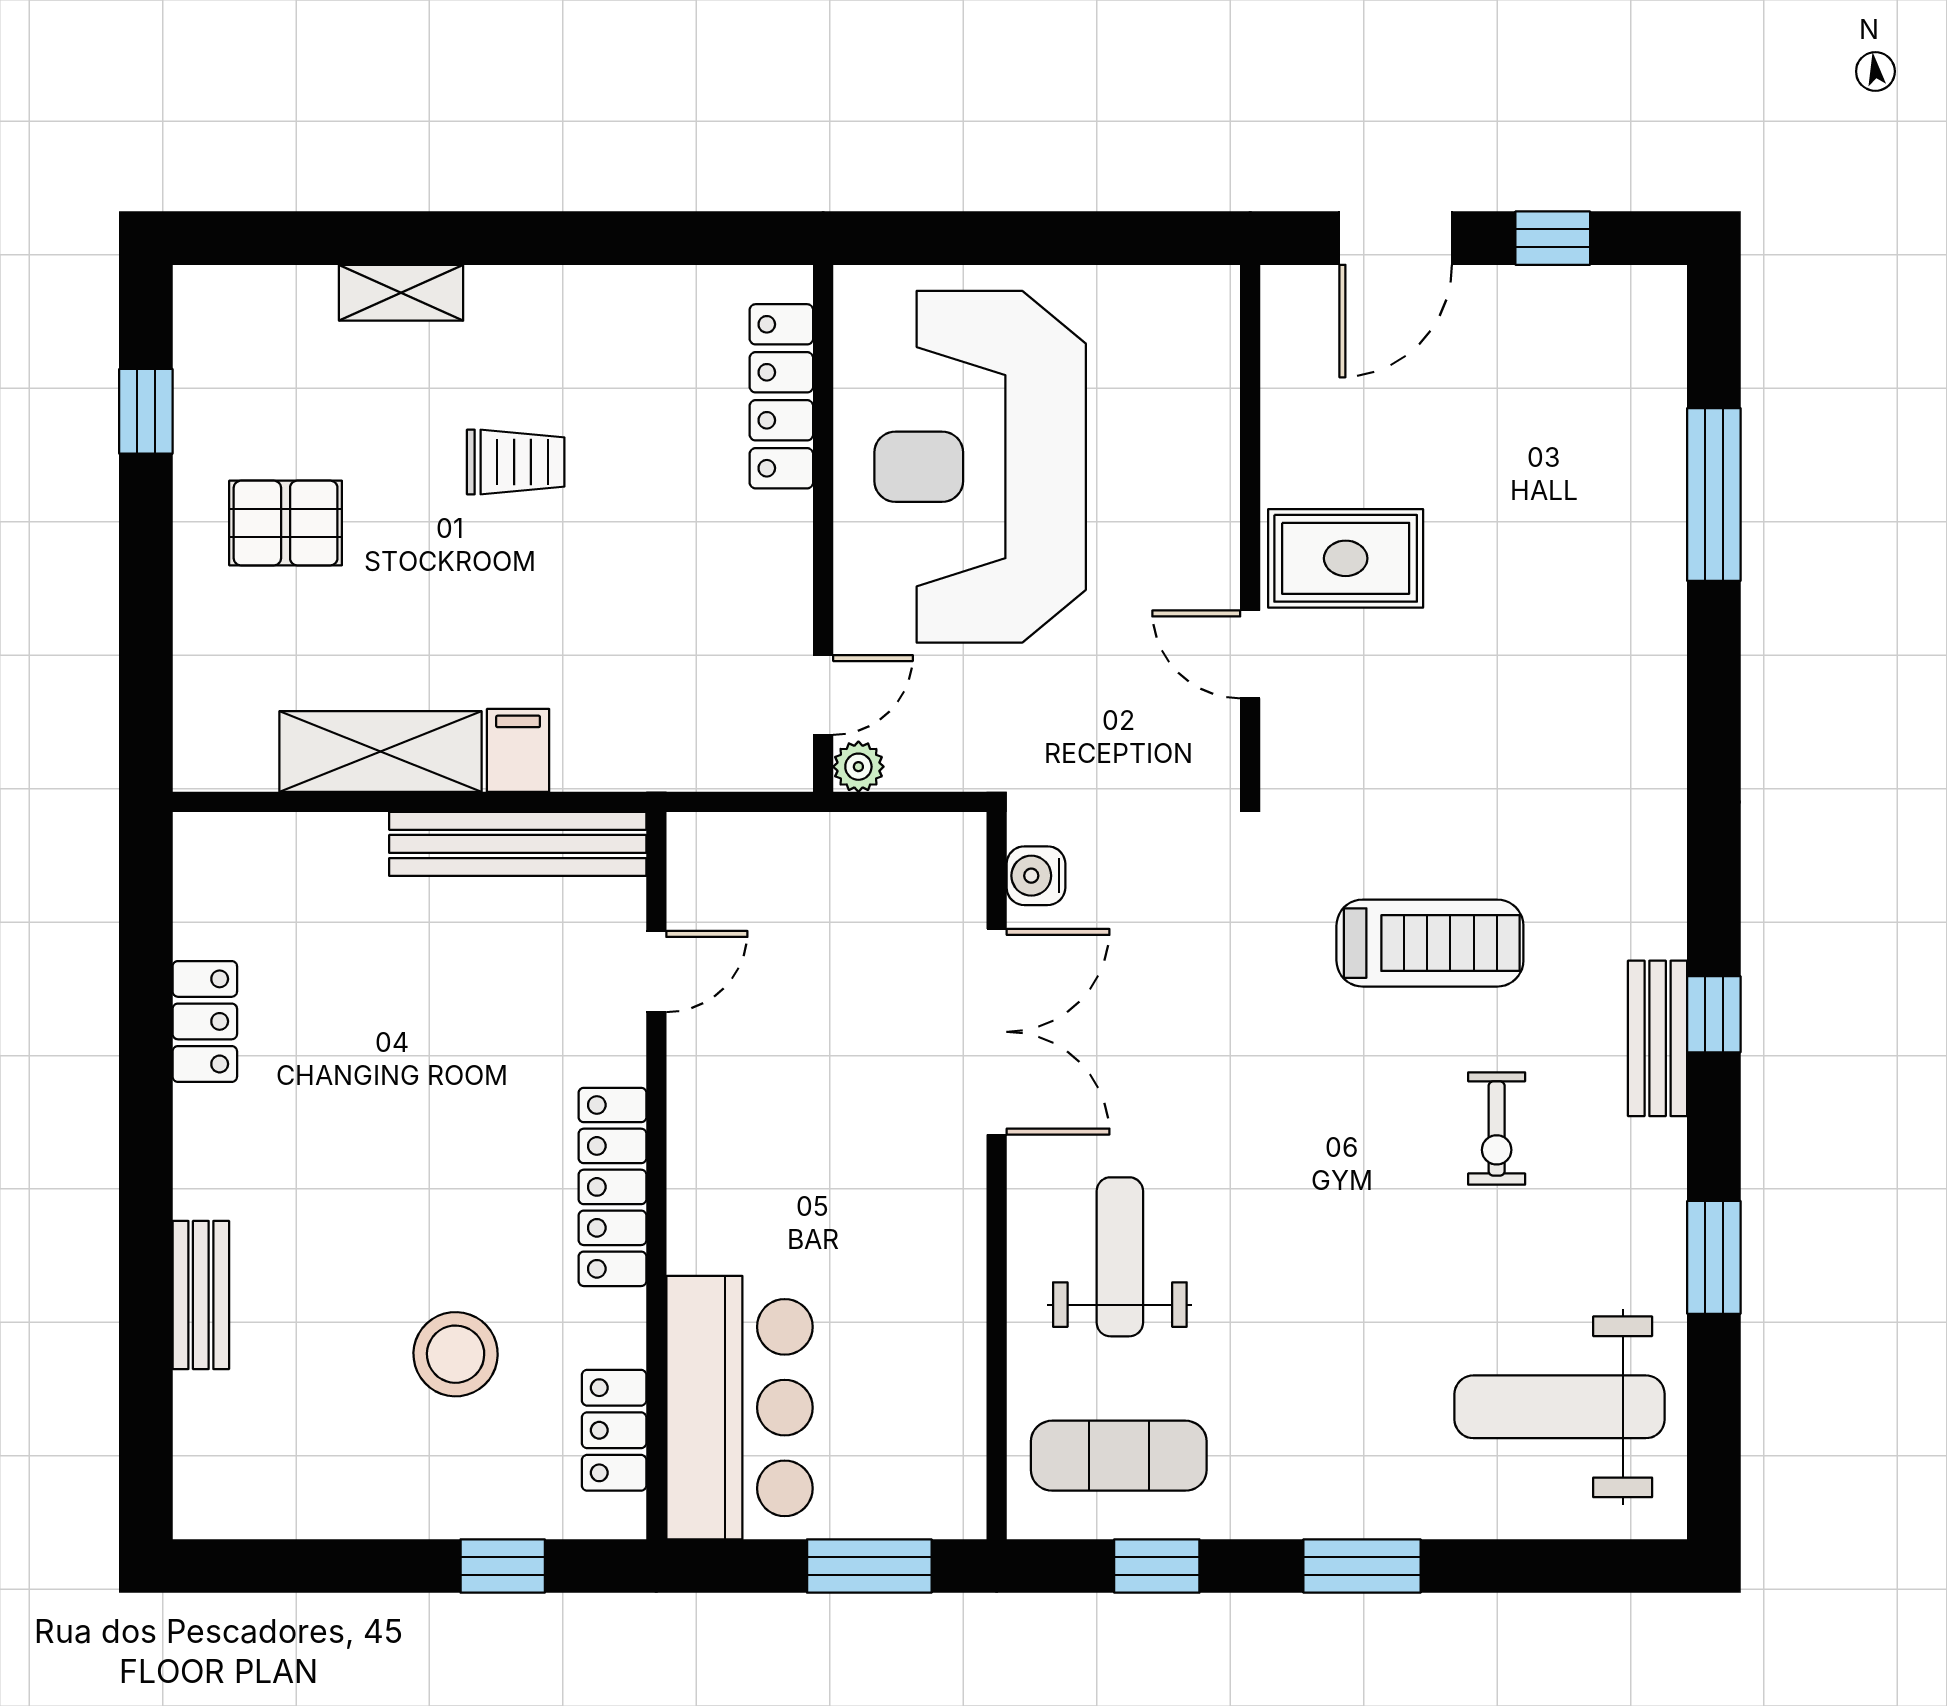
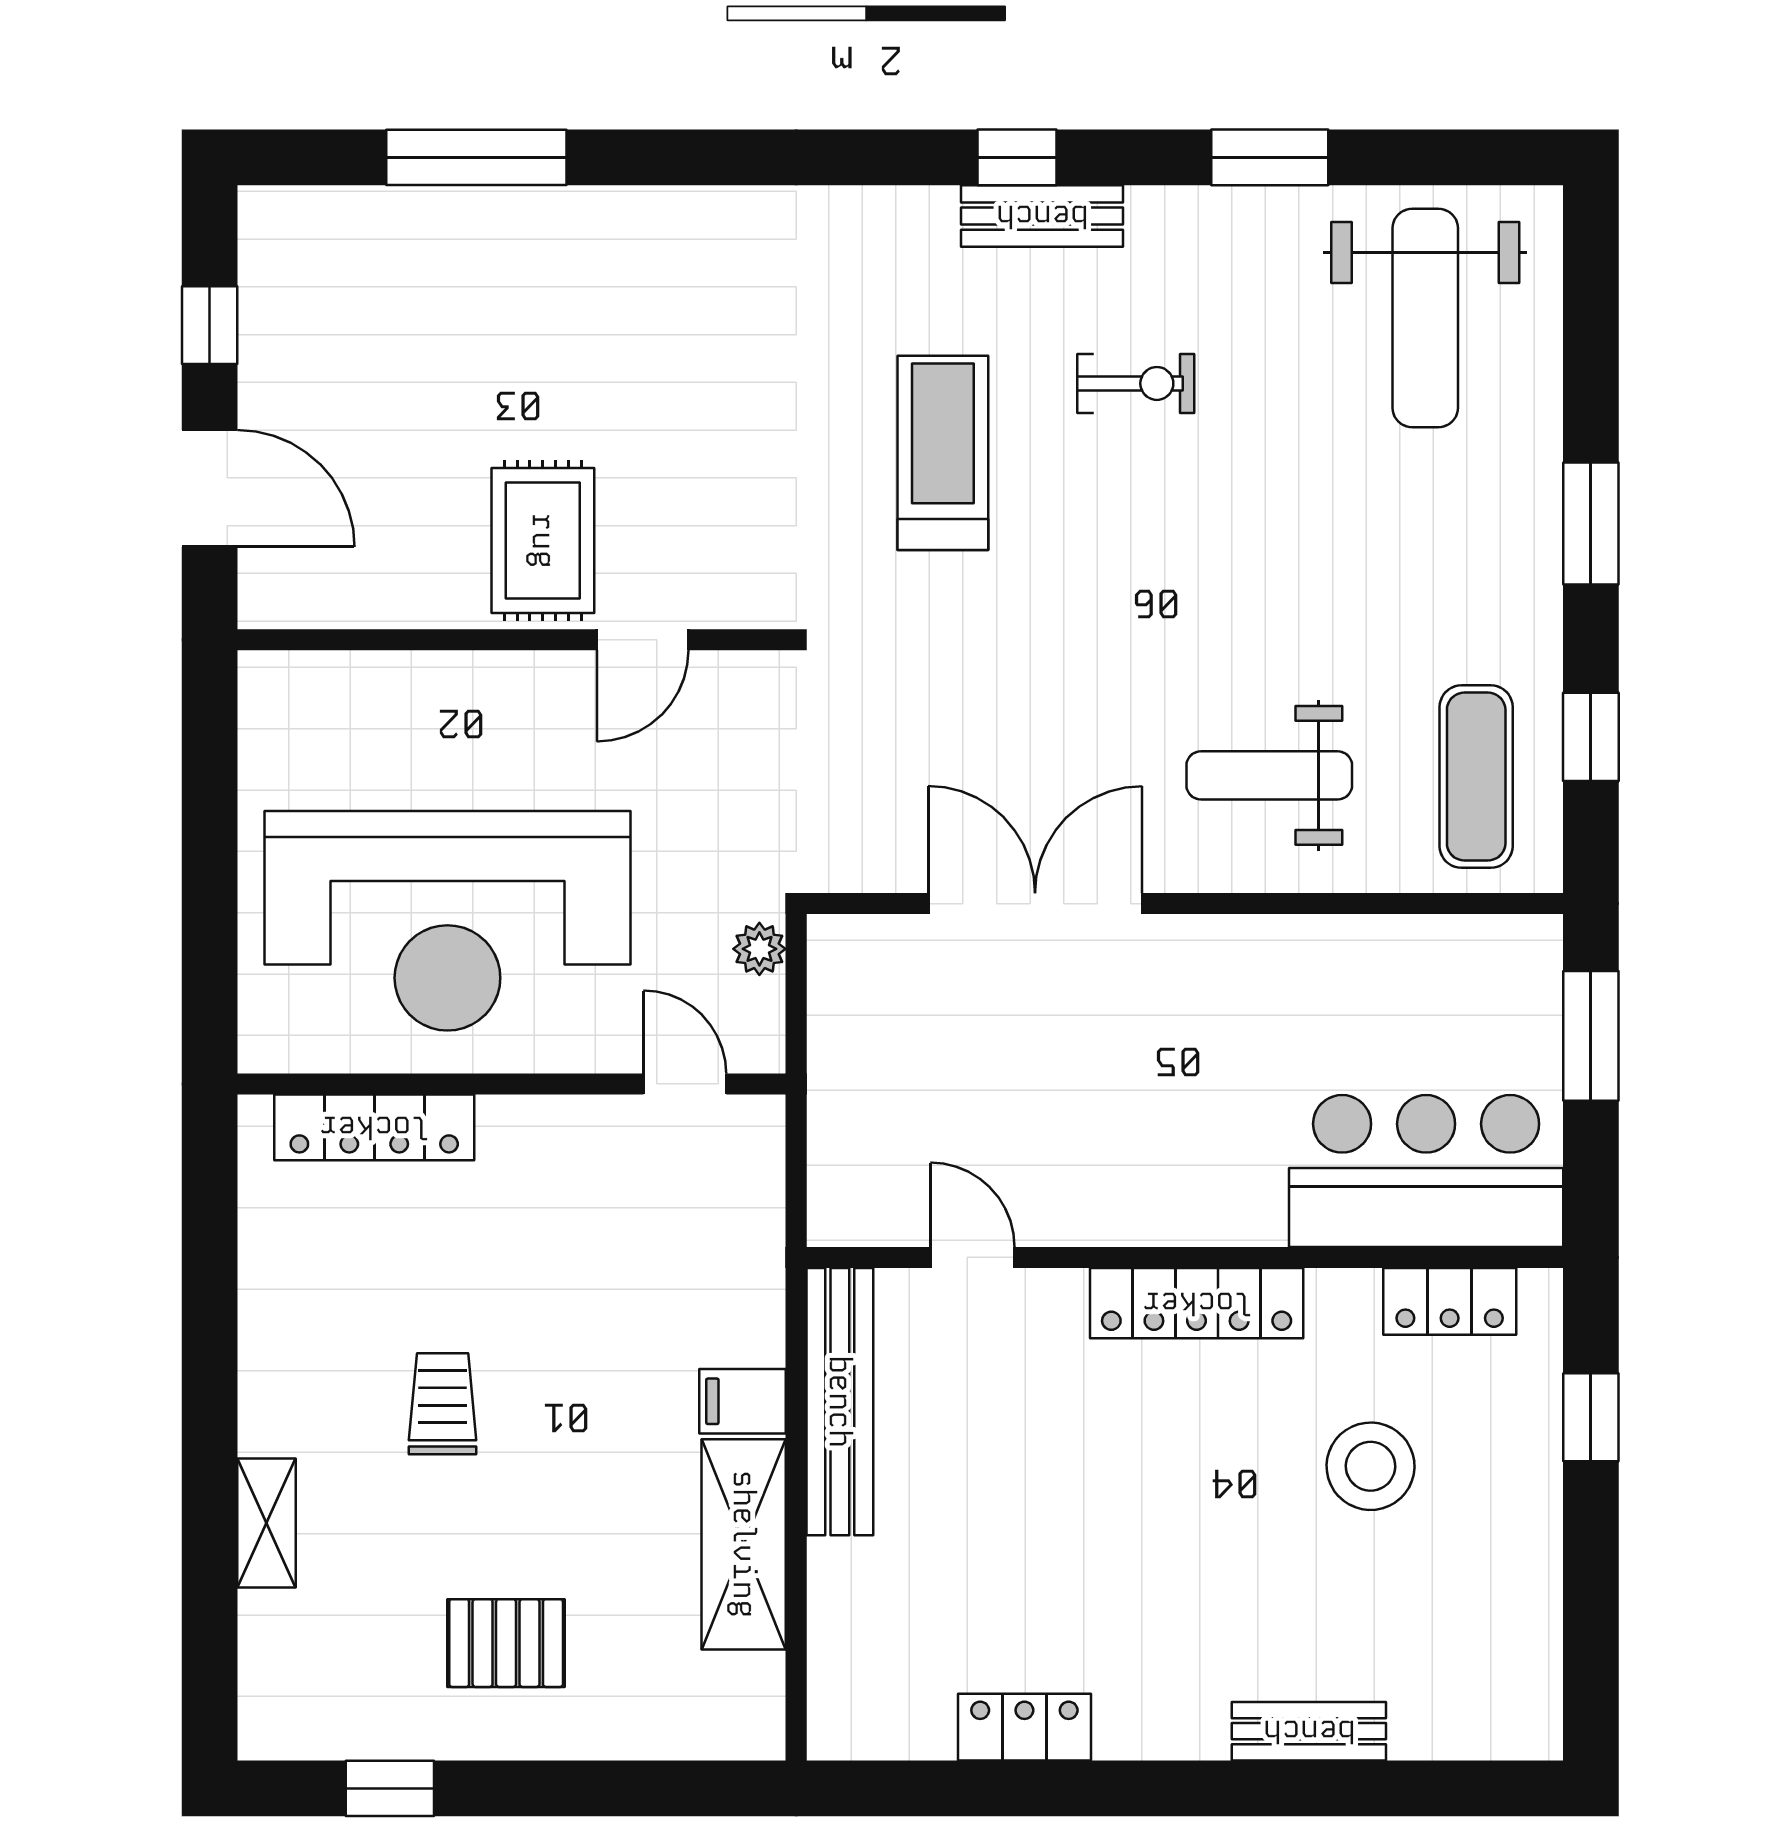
pallet: (286, 523) -> (506, 1643), turned 90
plant: (858, 767) -> (759, 949), moved
water cooler: (1036, 876) -> (873, 863), removed

